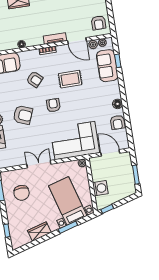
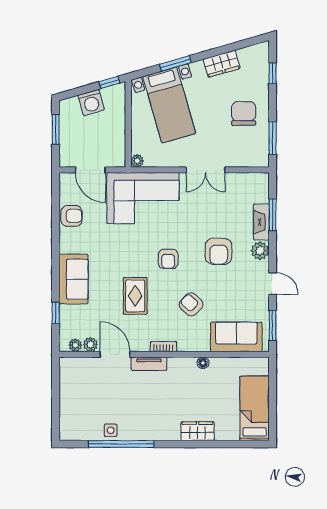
armchair: (98, 23) -> (77, 377), removed
sofa: (107, 66) -> (73, 279), moved
rug: (70, 79) -> (135, 296), turned 90
floor lamp: (118, 104) -> (67, 245), removed
armchair: (23, 115) -> (219, 251), turned -112
armchair: (117, 122) -> (72, 216), turned 90
washing machine: (100, 188) -> (91, 102), moved, turned -106
chair: (22, 193) -> (244, 113), moved

